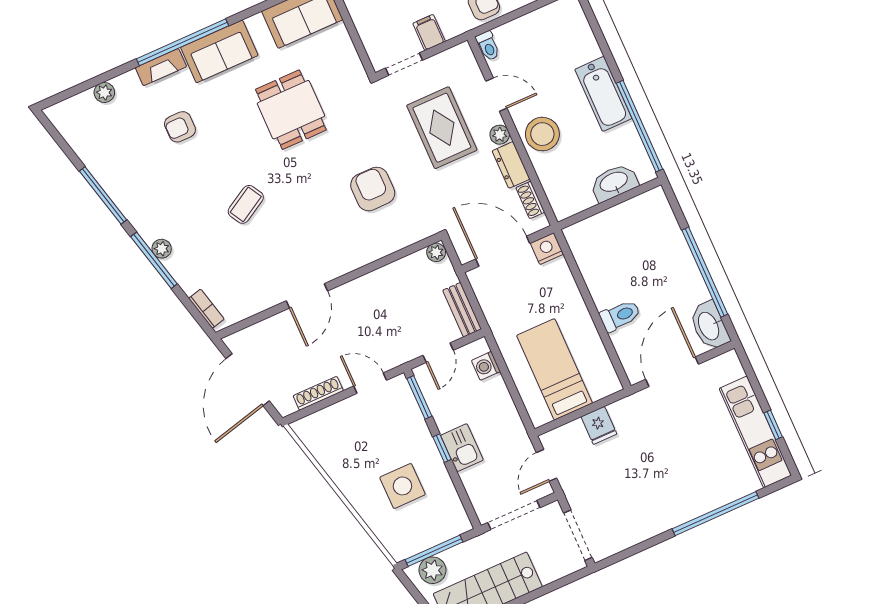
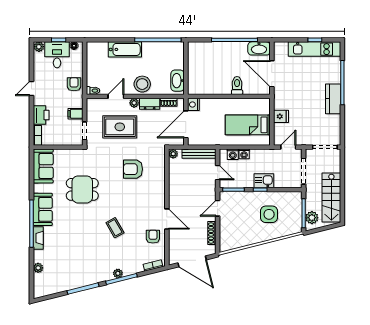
bathtub: (603, 94) -> (125, 49), moved
armchair: (180, 127) -> (153, 237), moved, turned 180
washbasin: (614, 183) -> (178, 81), moved
bench: (462, 310) -> (199, 154), width x1.36
washing machine: (496, 387) -> (244, 154), added
door: (547, 465) -> (288, 147), swing flipped
kitchen counter: (677, 510) -> (333, 99), added

